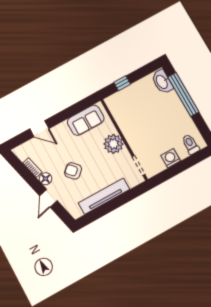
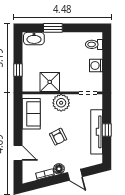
window: (183, 94) -> (53, 28), width x0.47
shower: (128, 121) -> (50, 82), added
door: (39, 129) -> (18, 153), hinge flipped
armchair: (73, 171) -> (58, 137), moved, turned -74
window: (111, 205) -> (107, 130), added

